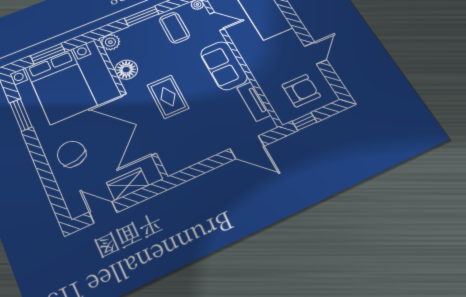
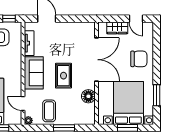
plant: (110, 42) -> (89, 119), removed
rug: (168, 97) -> (63, 76), moved
chair: (71, 154) -> (139, 59), turned -76

